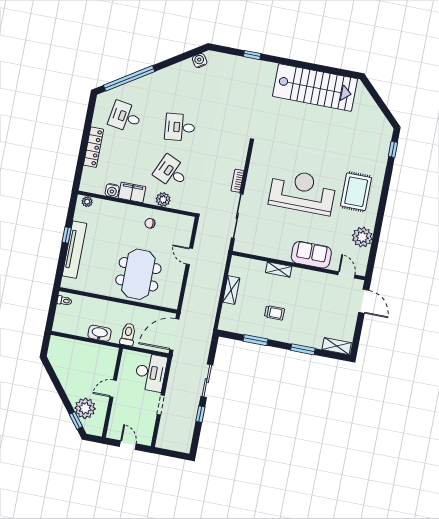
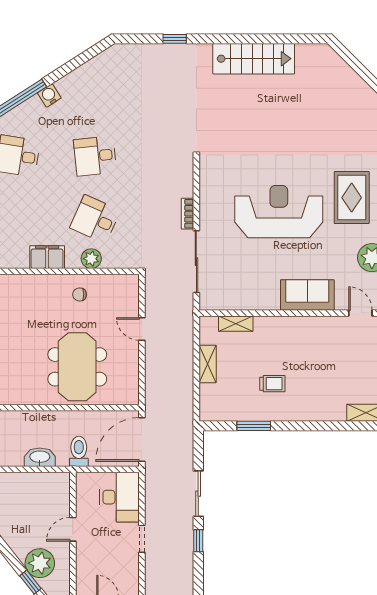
water cooler: (200, 61) -> (49, 95), moved
stairs: (315, 88) -> (254, 59), width x0.73, depth x0.66
water cooler: (112, 190) -> (19, 260), removed
shelving: (279, 269) -> (236, 324), moved
window: (303, 349) -> (321, 426), removed

